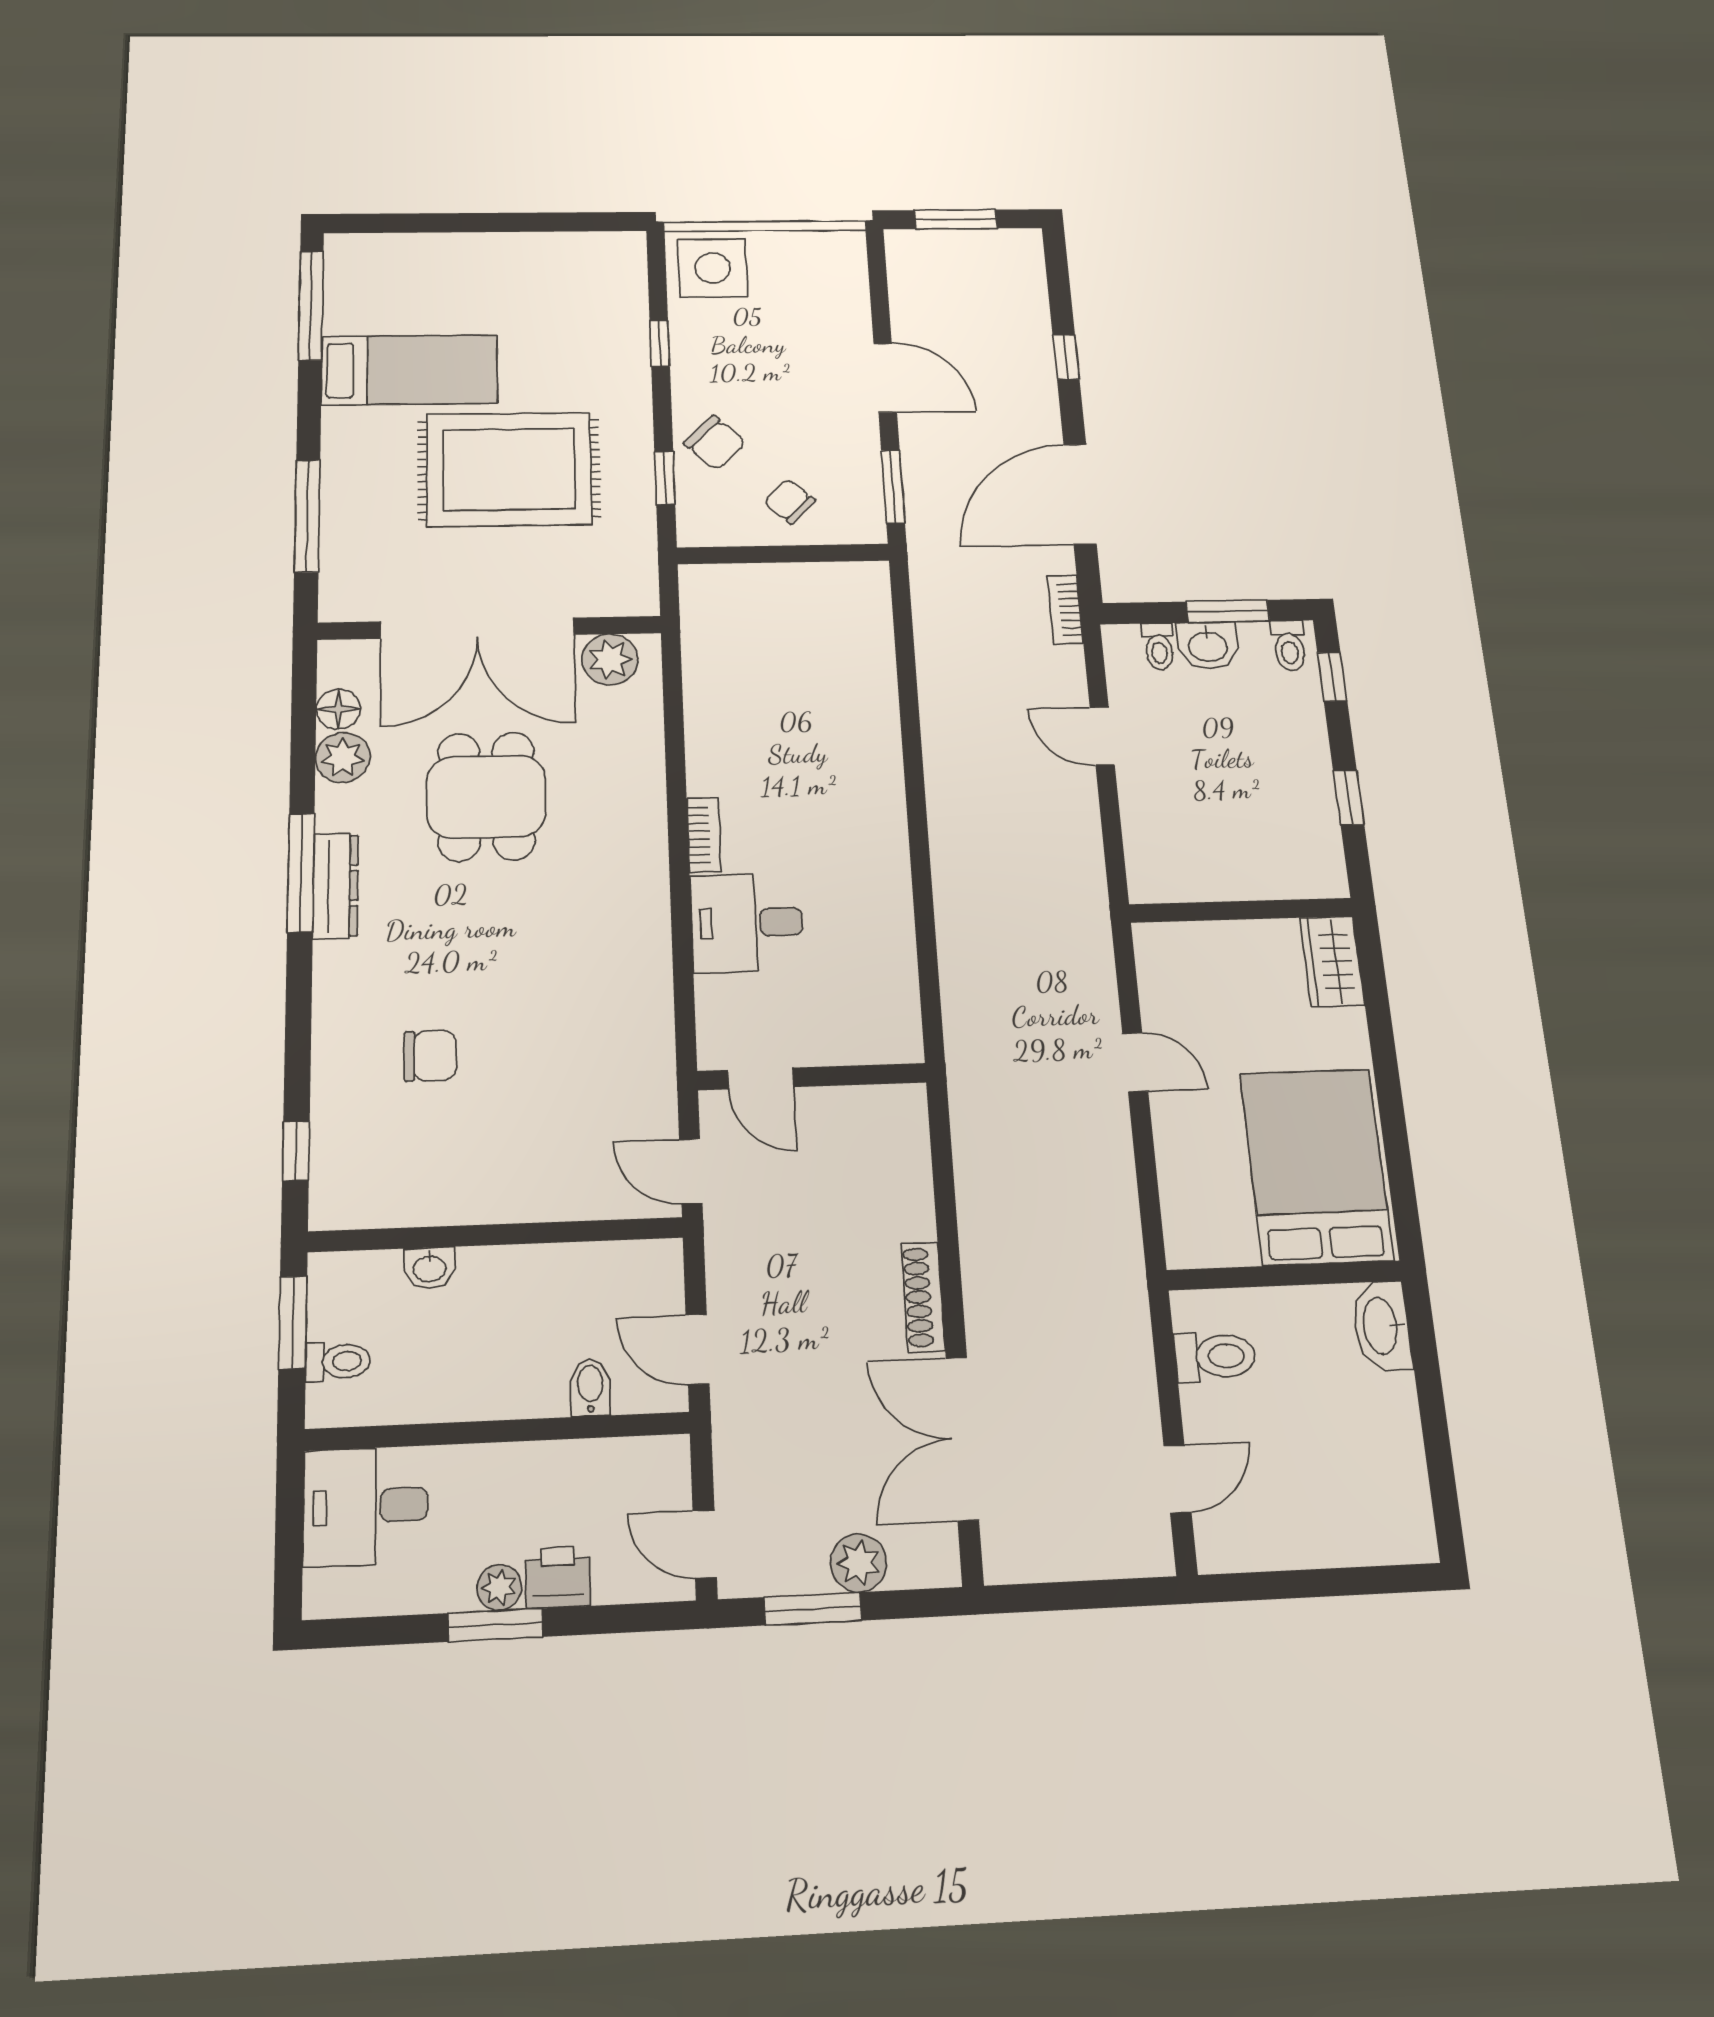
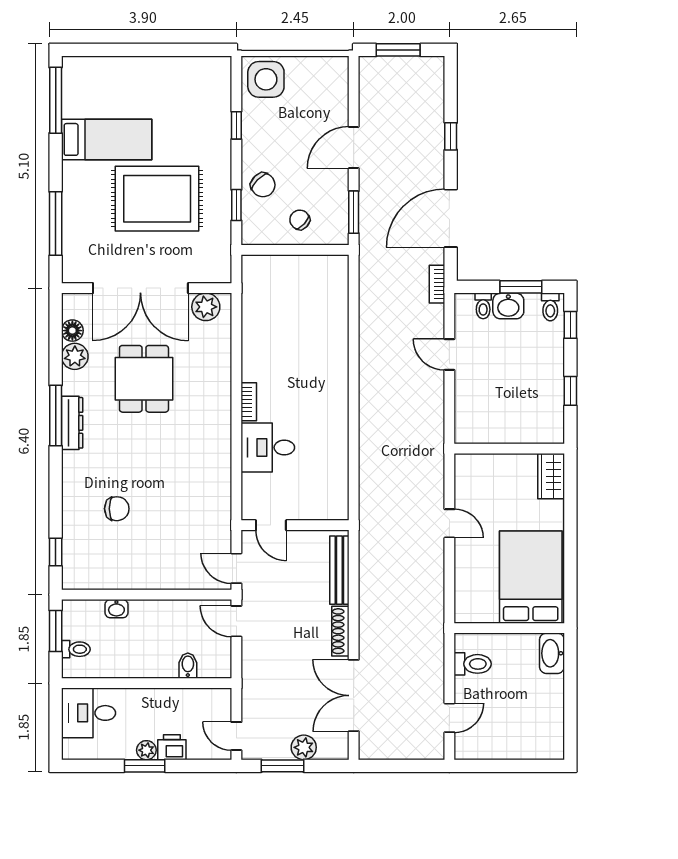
door: (885, 378) -> (354, 148), swing flipped
bench: (912, 1167) -> (339, 570), added
door: (697, 1349) -> (236, 621), moved

